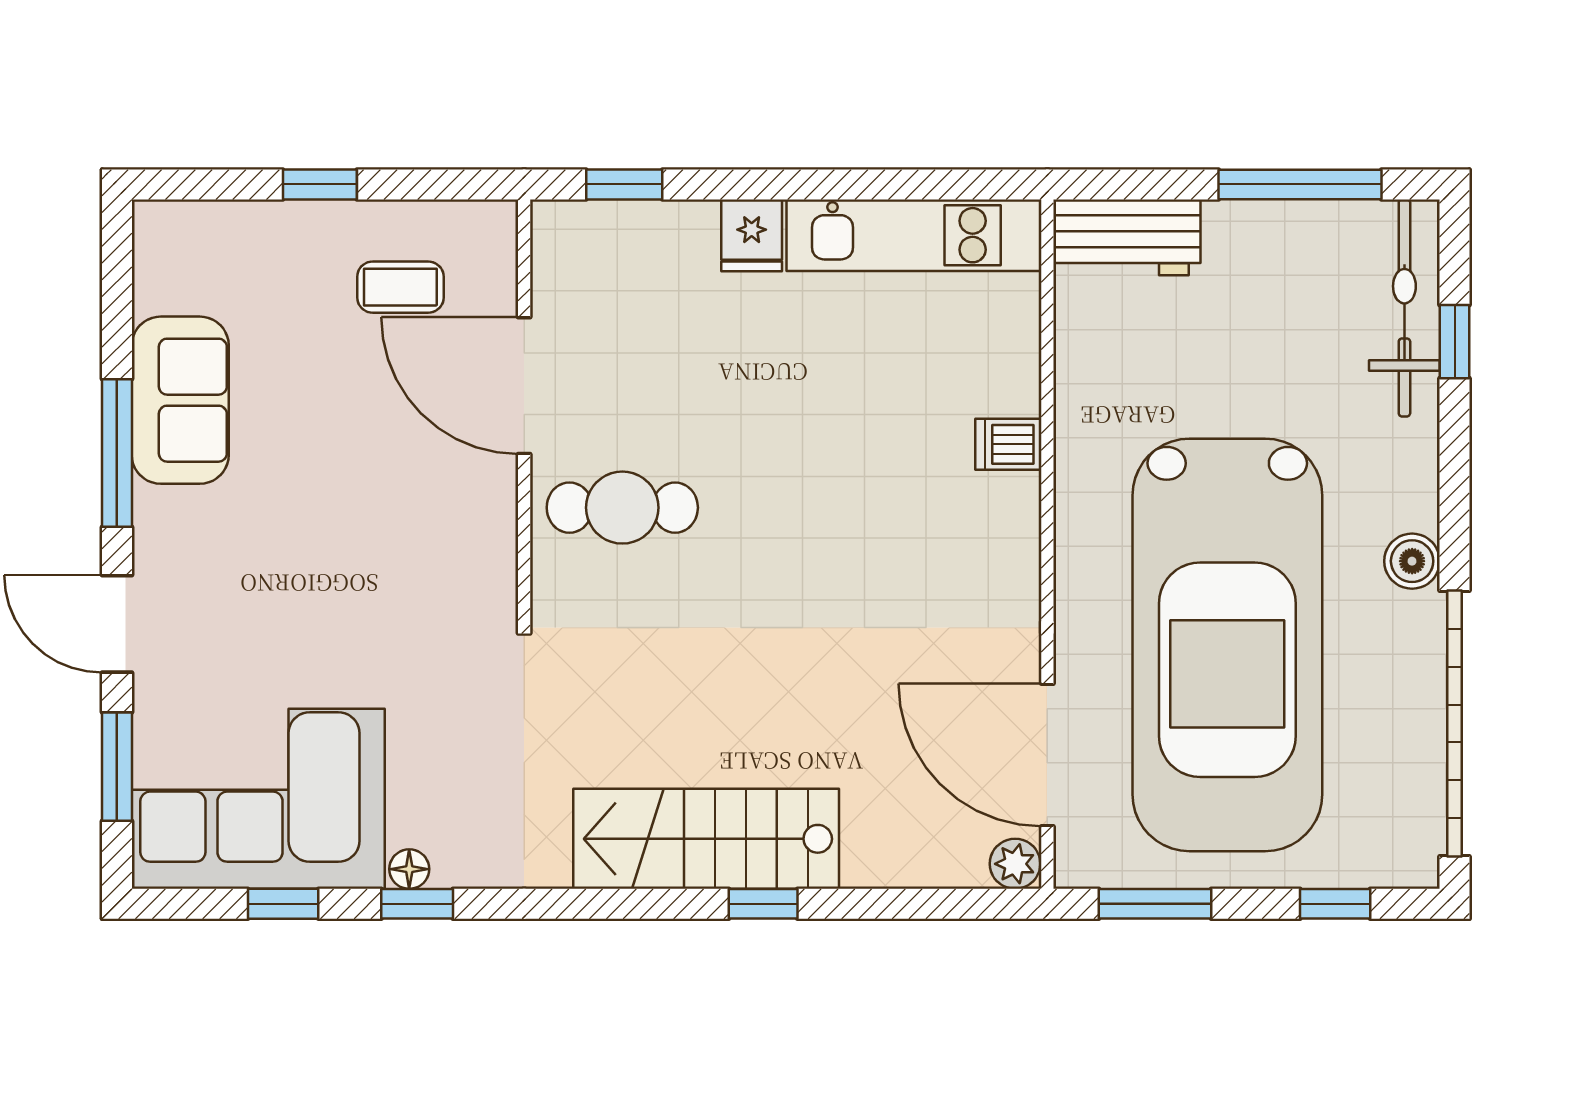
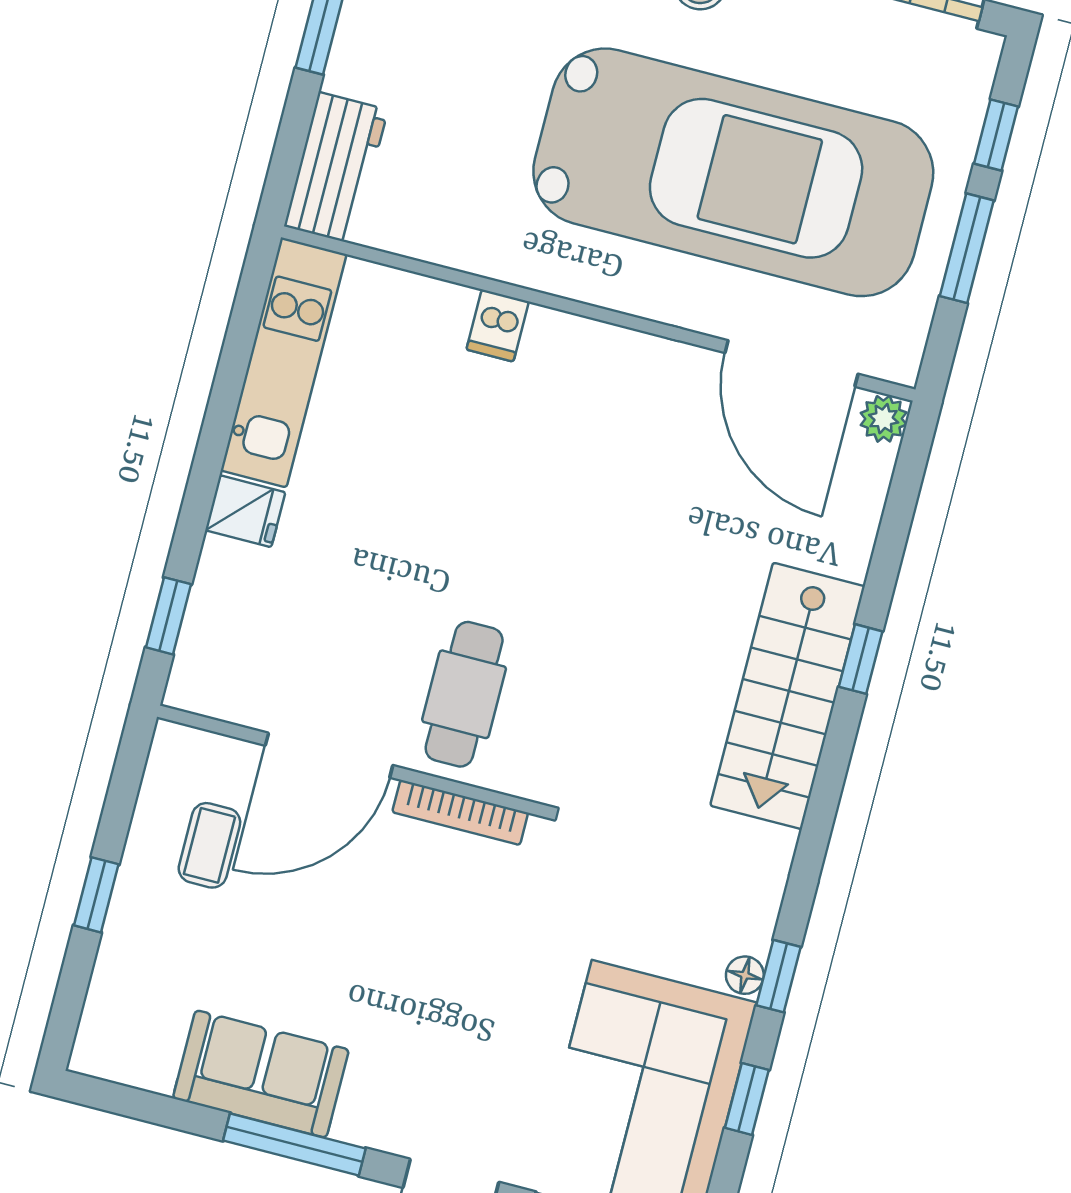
bookcase: (500, 535) -> (460, 812), added
door: (1047, 755) -> (791, 363), hinge flipped
window: (1155, 904) -> (967, 248), moved

